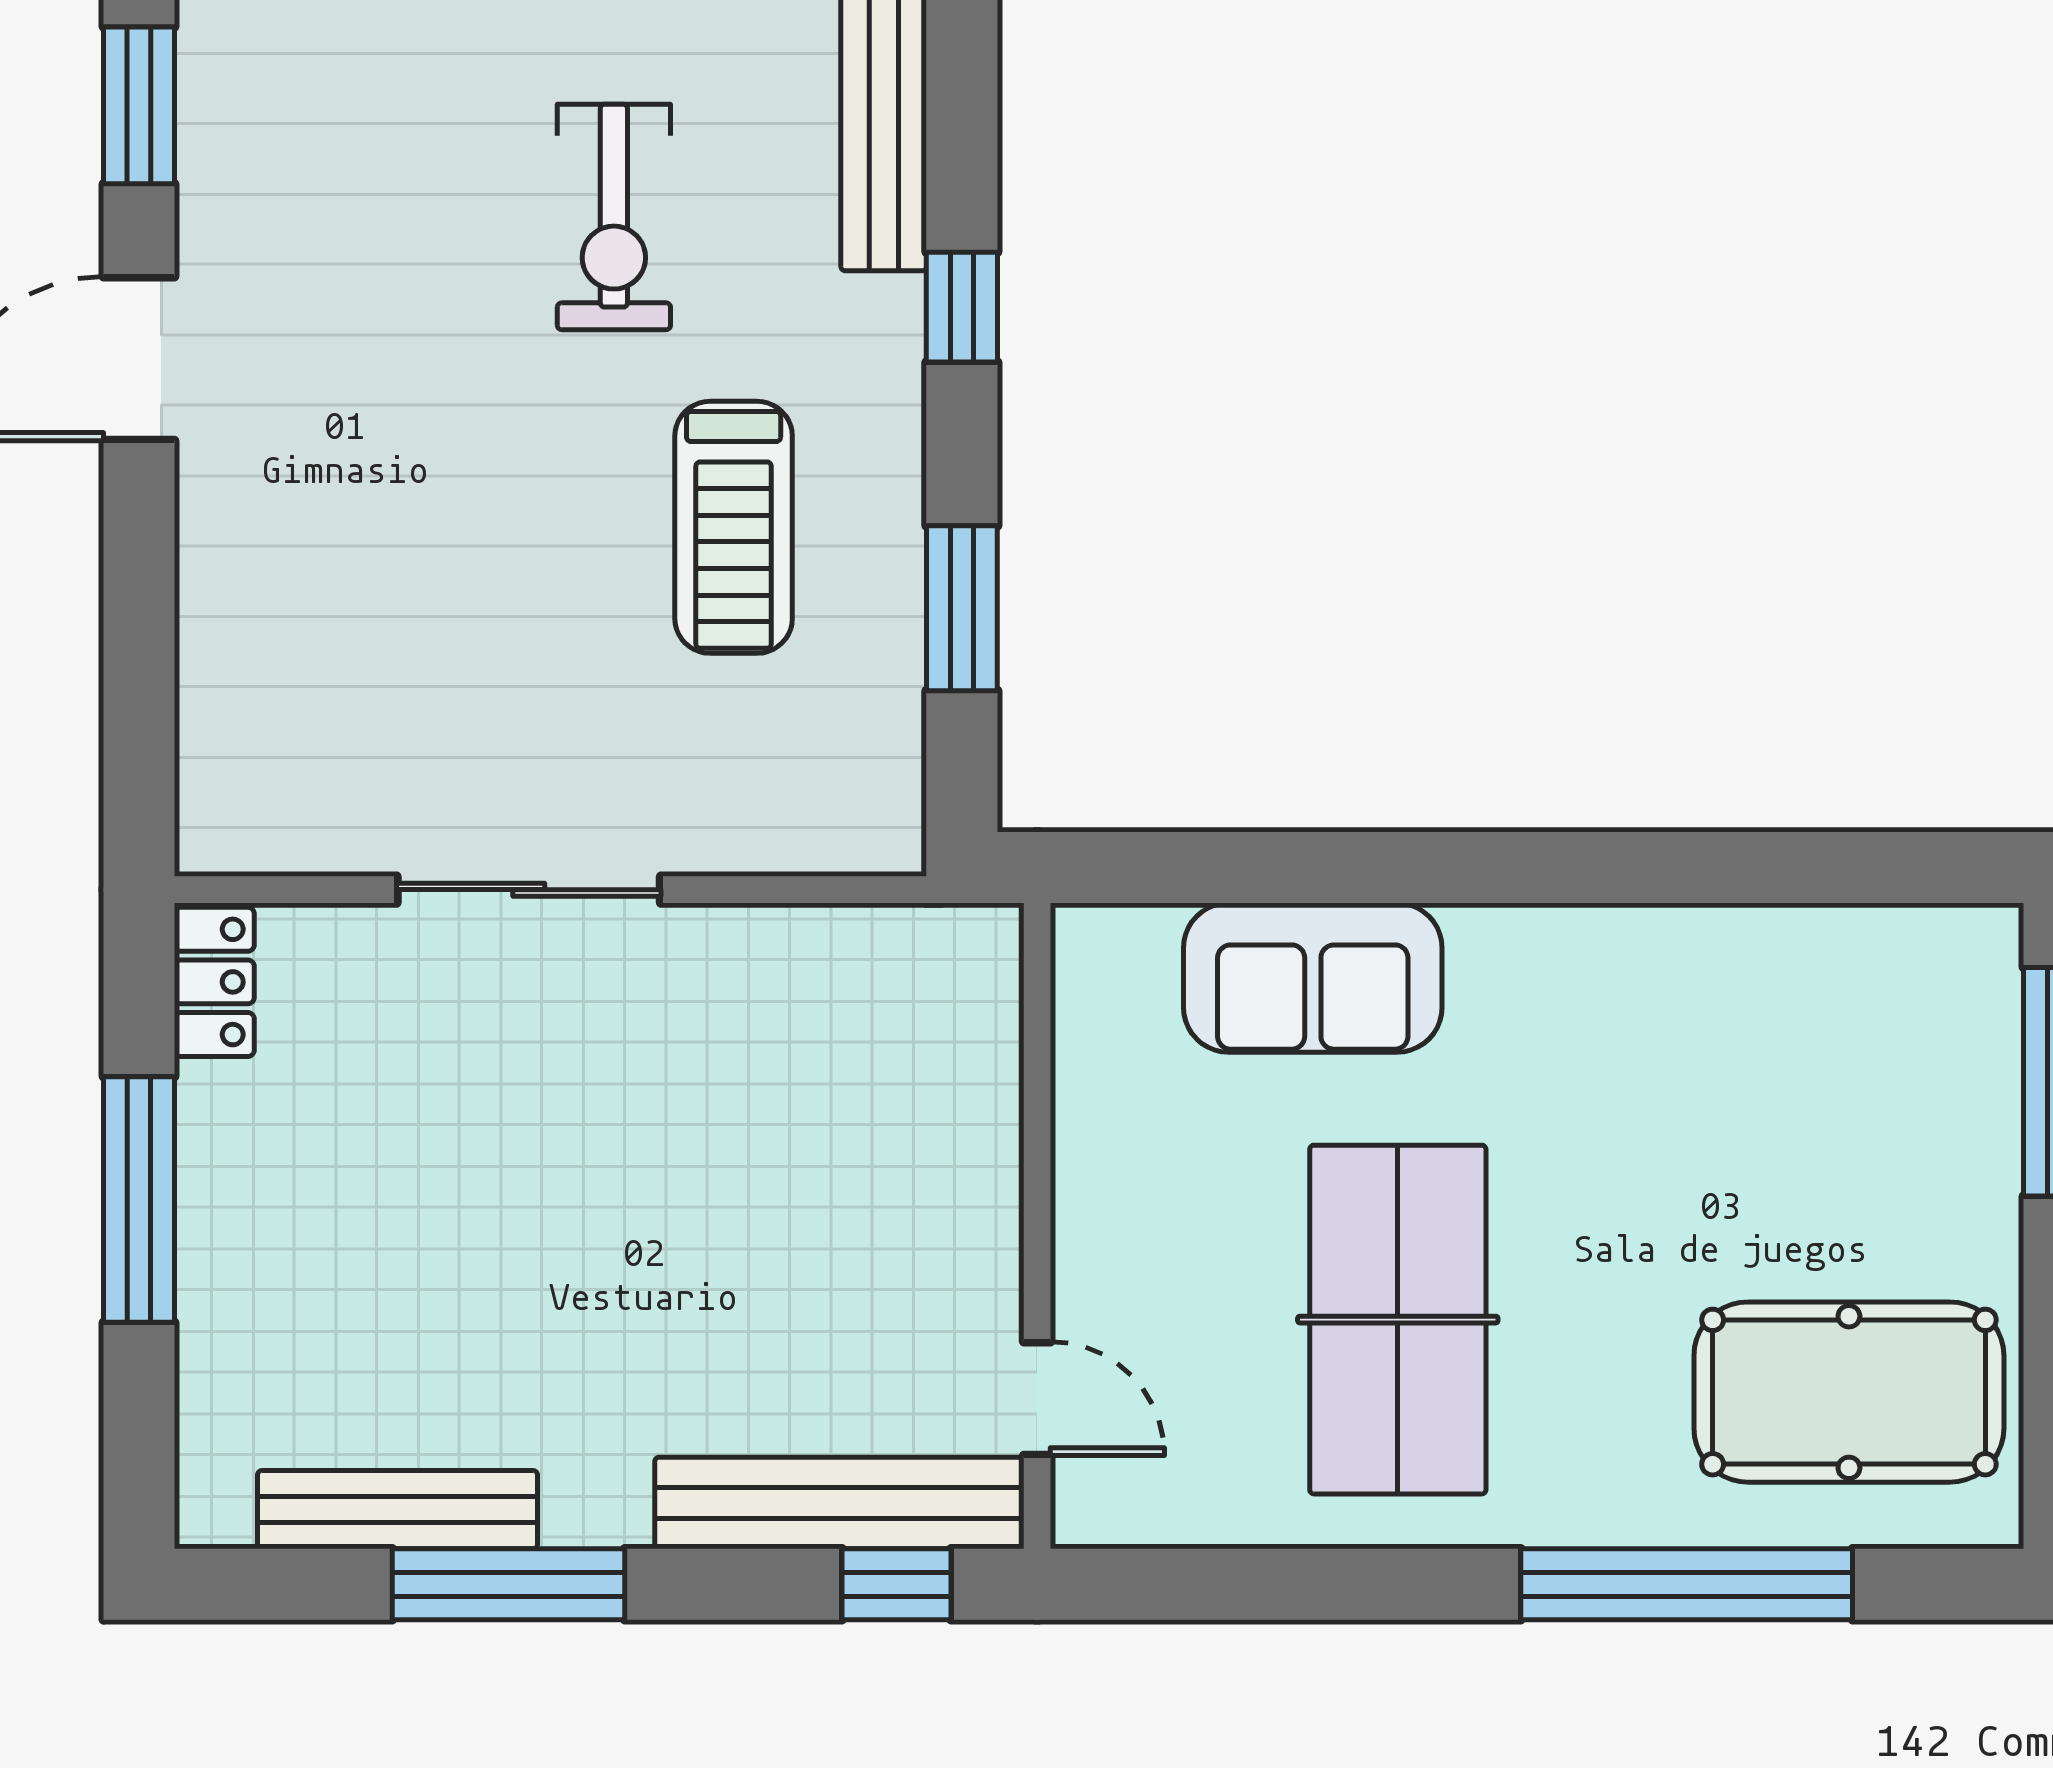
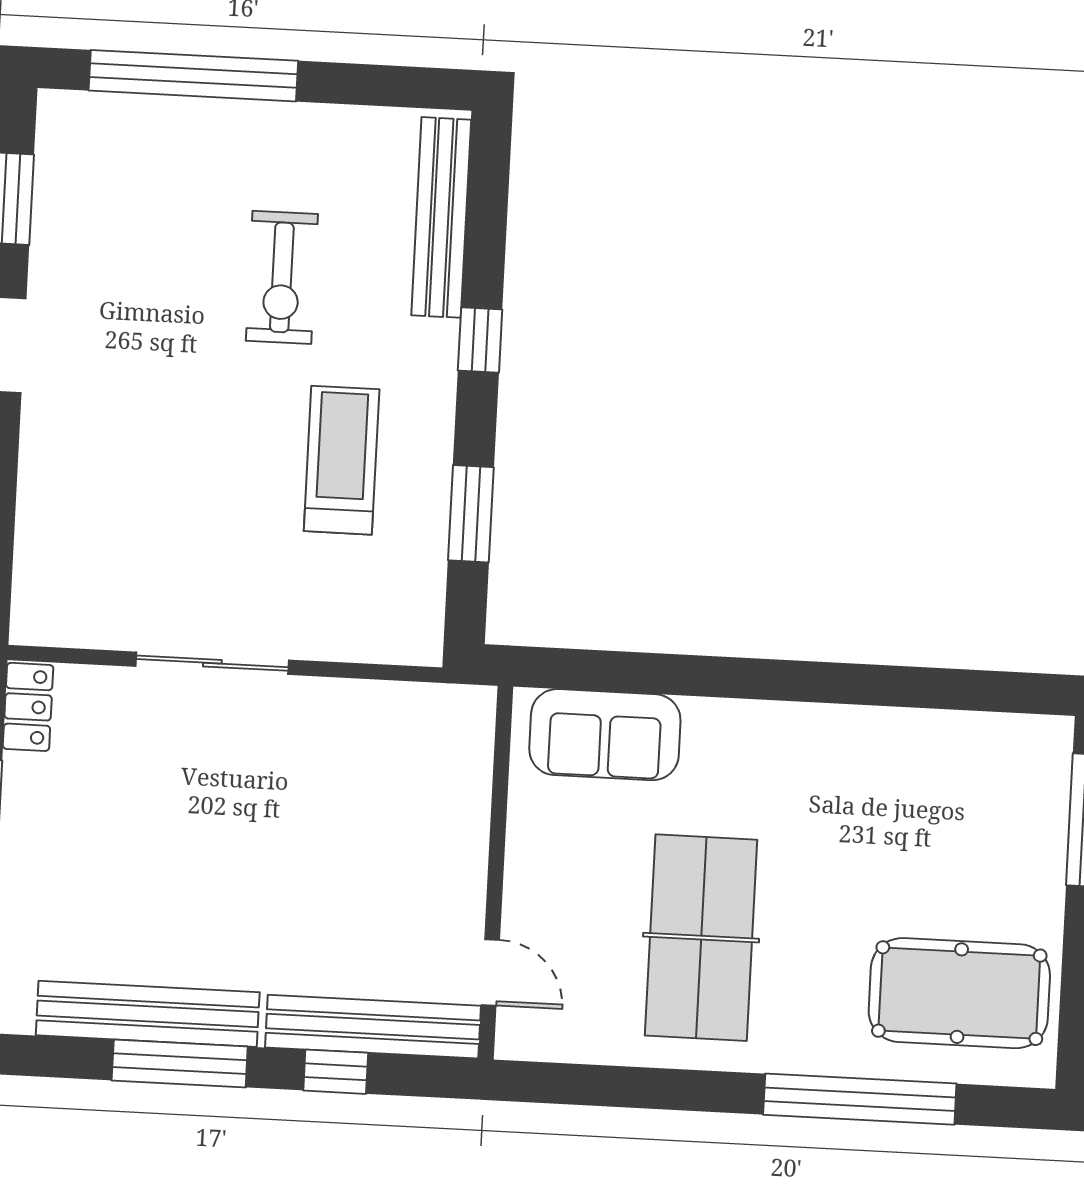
treadmill: (734, 527) -> (342, 460), turned 180
sofa: (1313, 978) -> (605, 735), moved
bench: (397, 1510) -> (148, 1014), width x1.37, depth x1.21
window: (896, 1584) -> (336, 1072), moved

